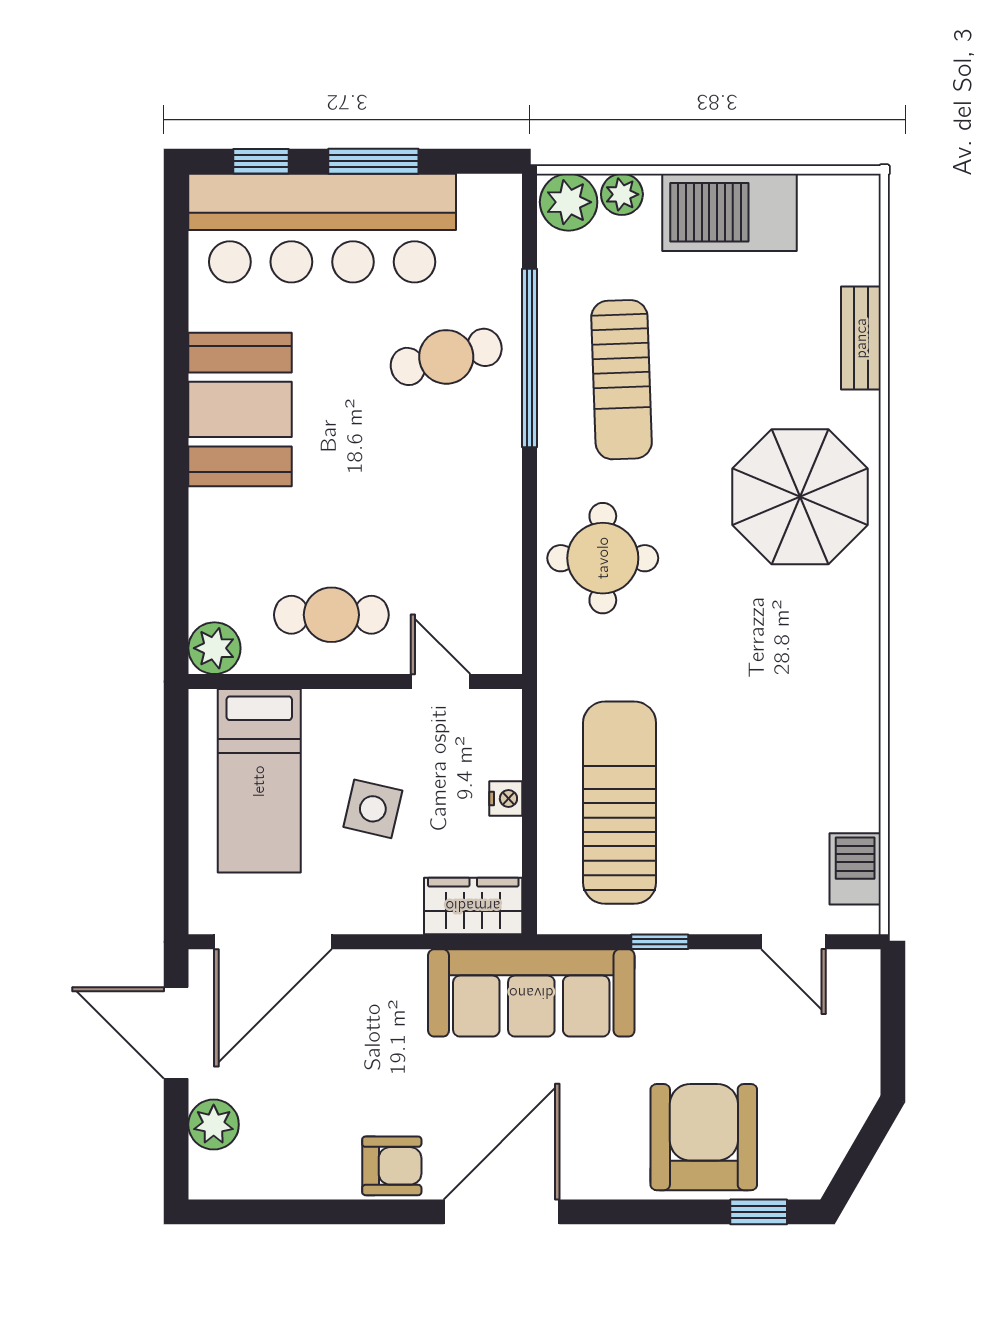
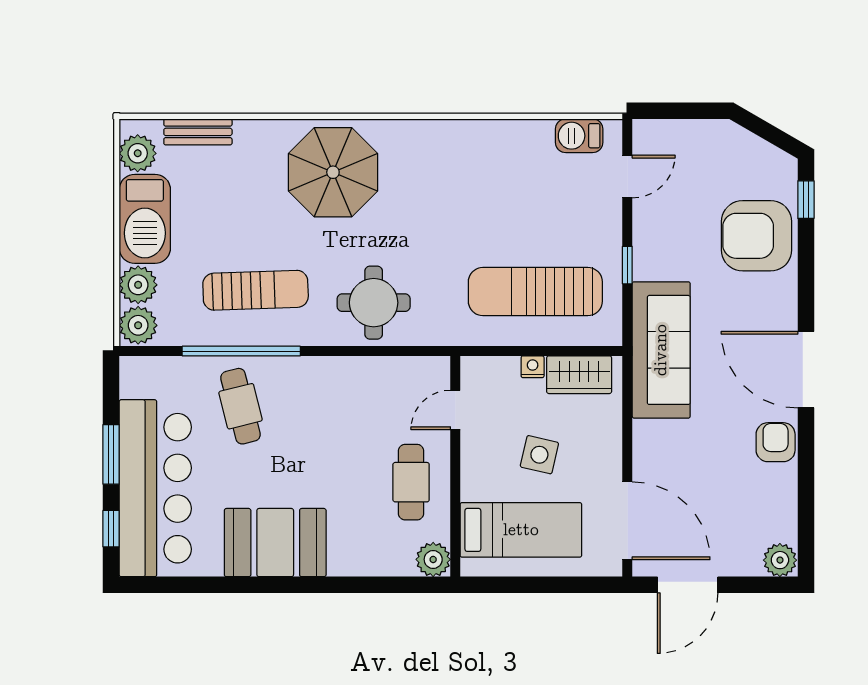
plant: (622, 194) -> (138, 285), width x1.38, depth x1.38
plant: (829, 202) -> (138, 153), added
bench: (861, 338) -> (198, 132), moved
wardrobe: (473, 906) -> (579, 375), moved, turned -90
plant: (214, 1125) -> (780, 560), moved

